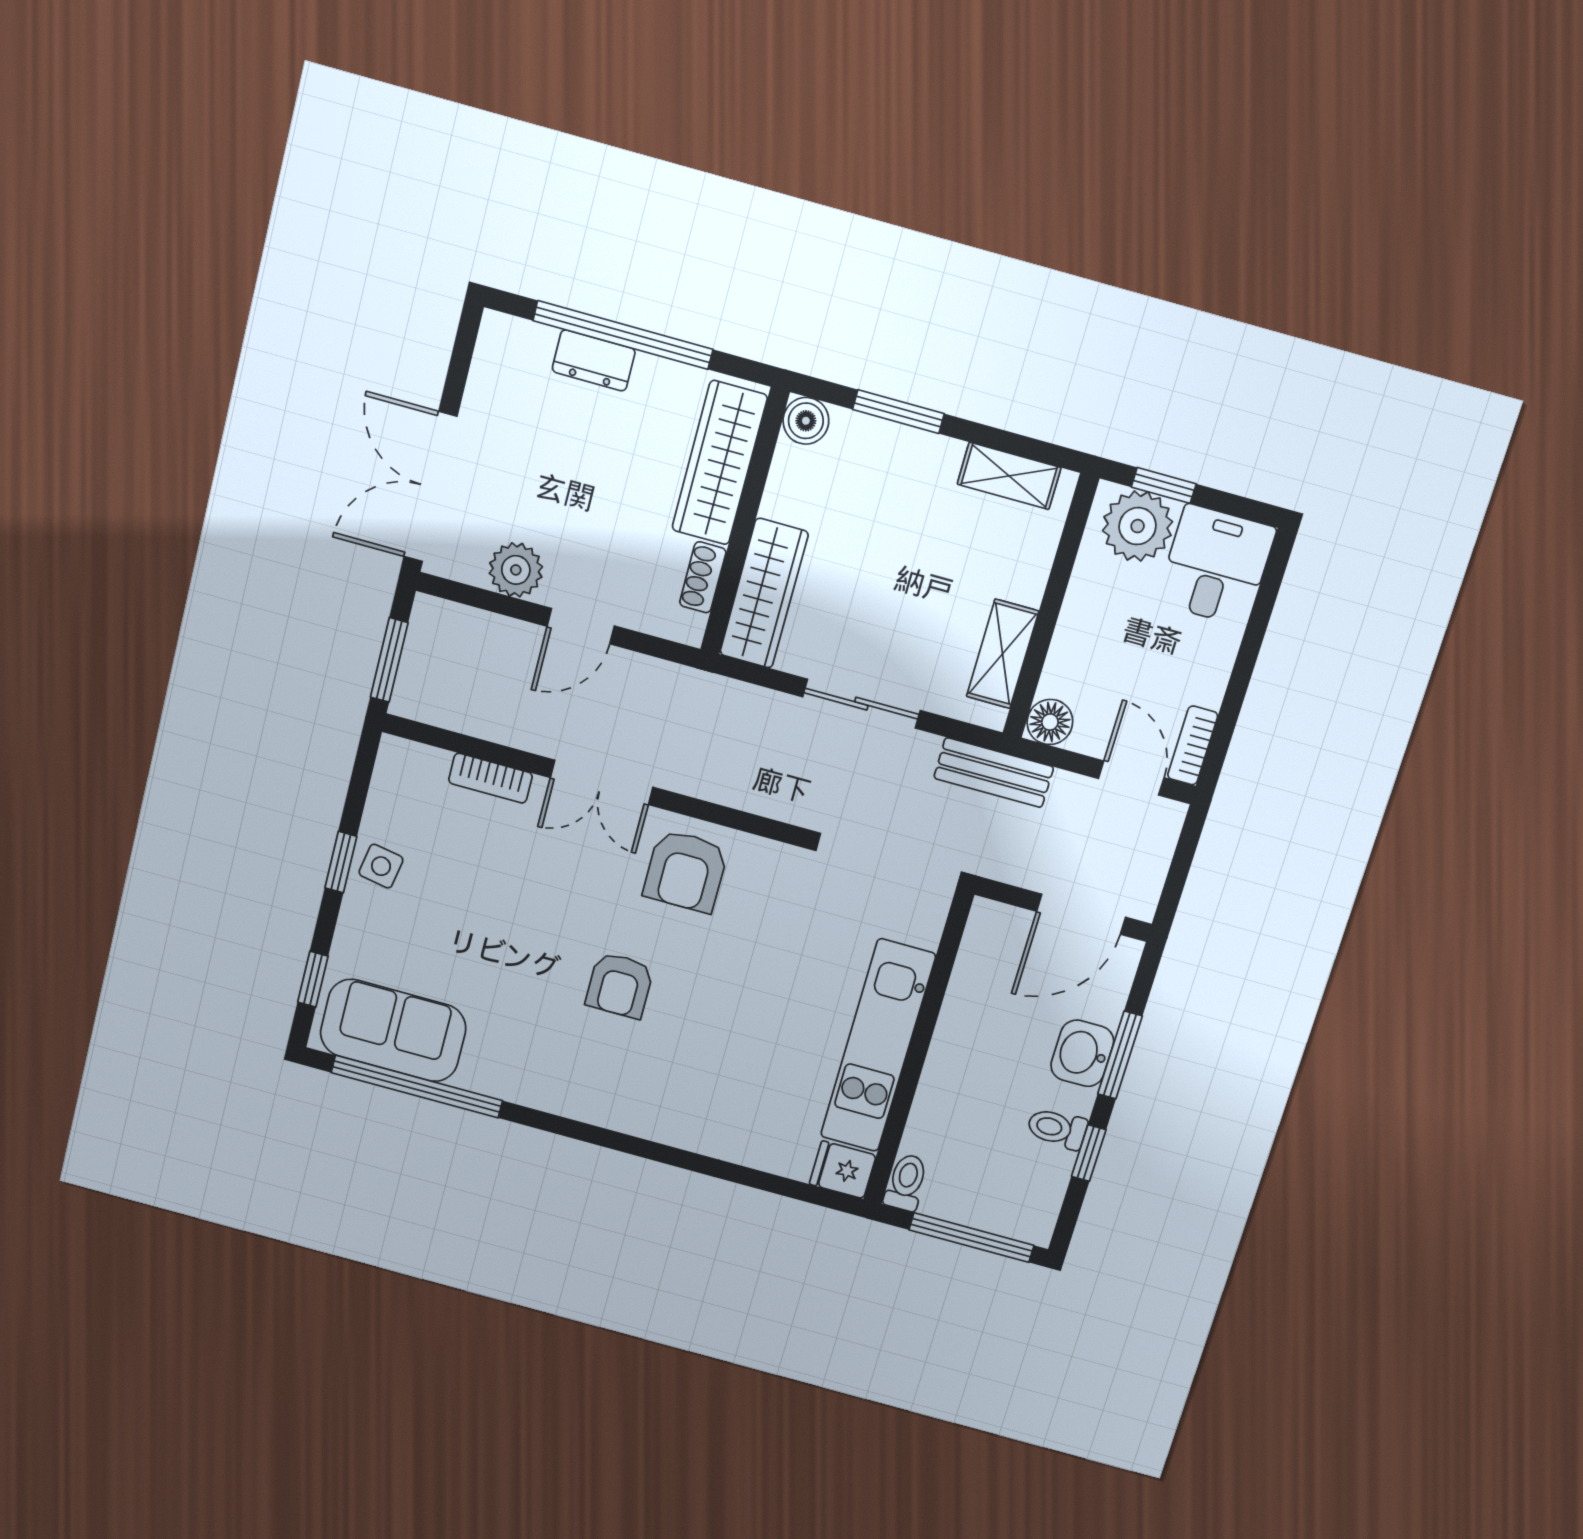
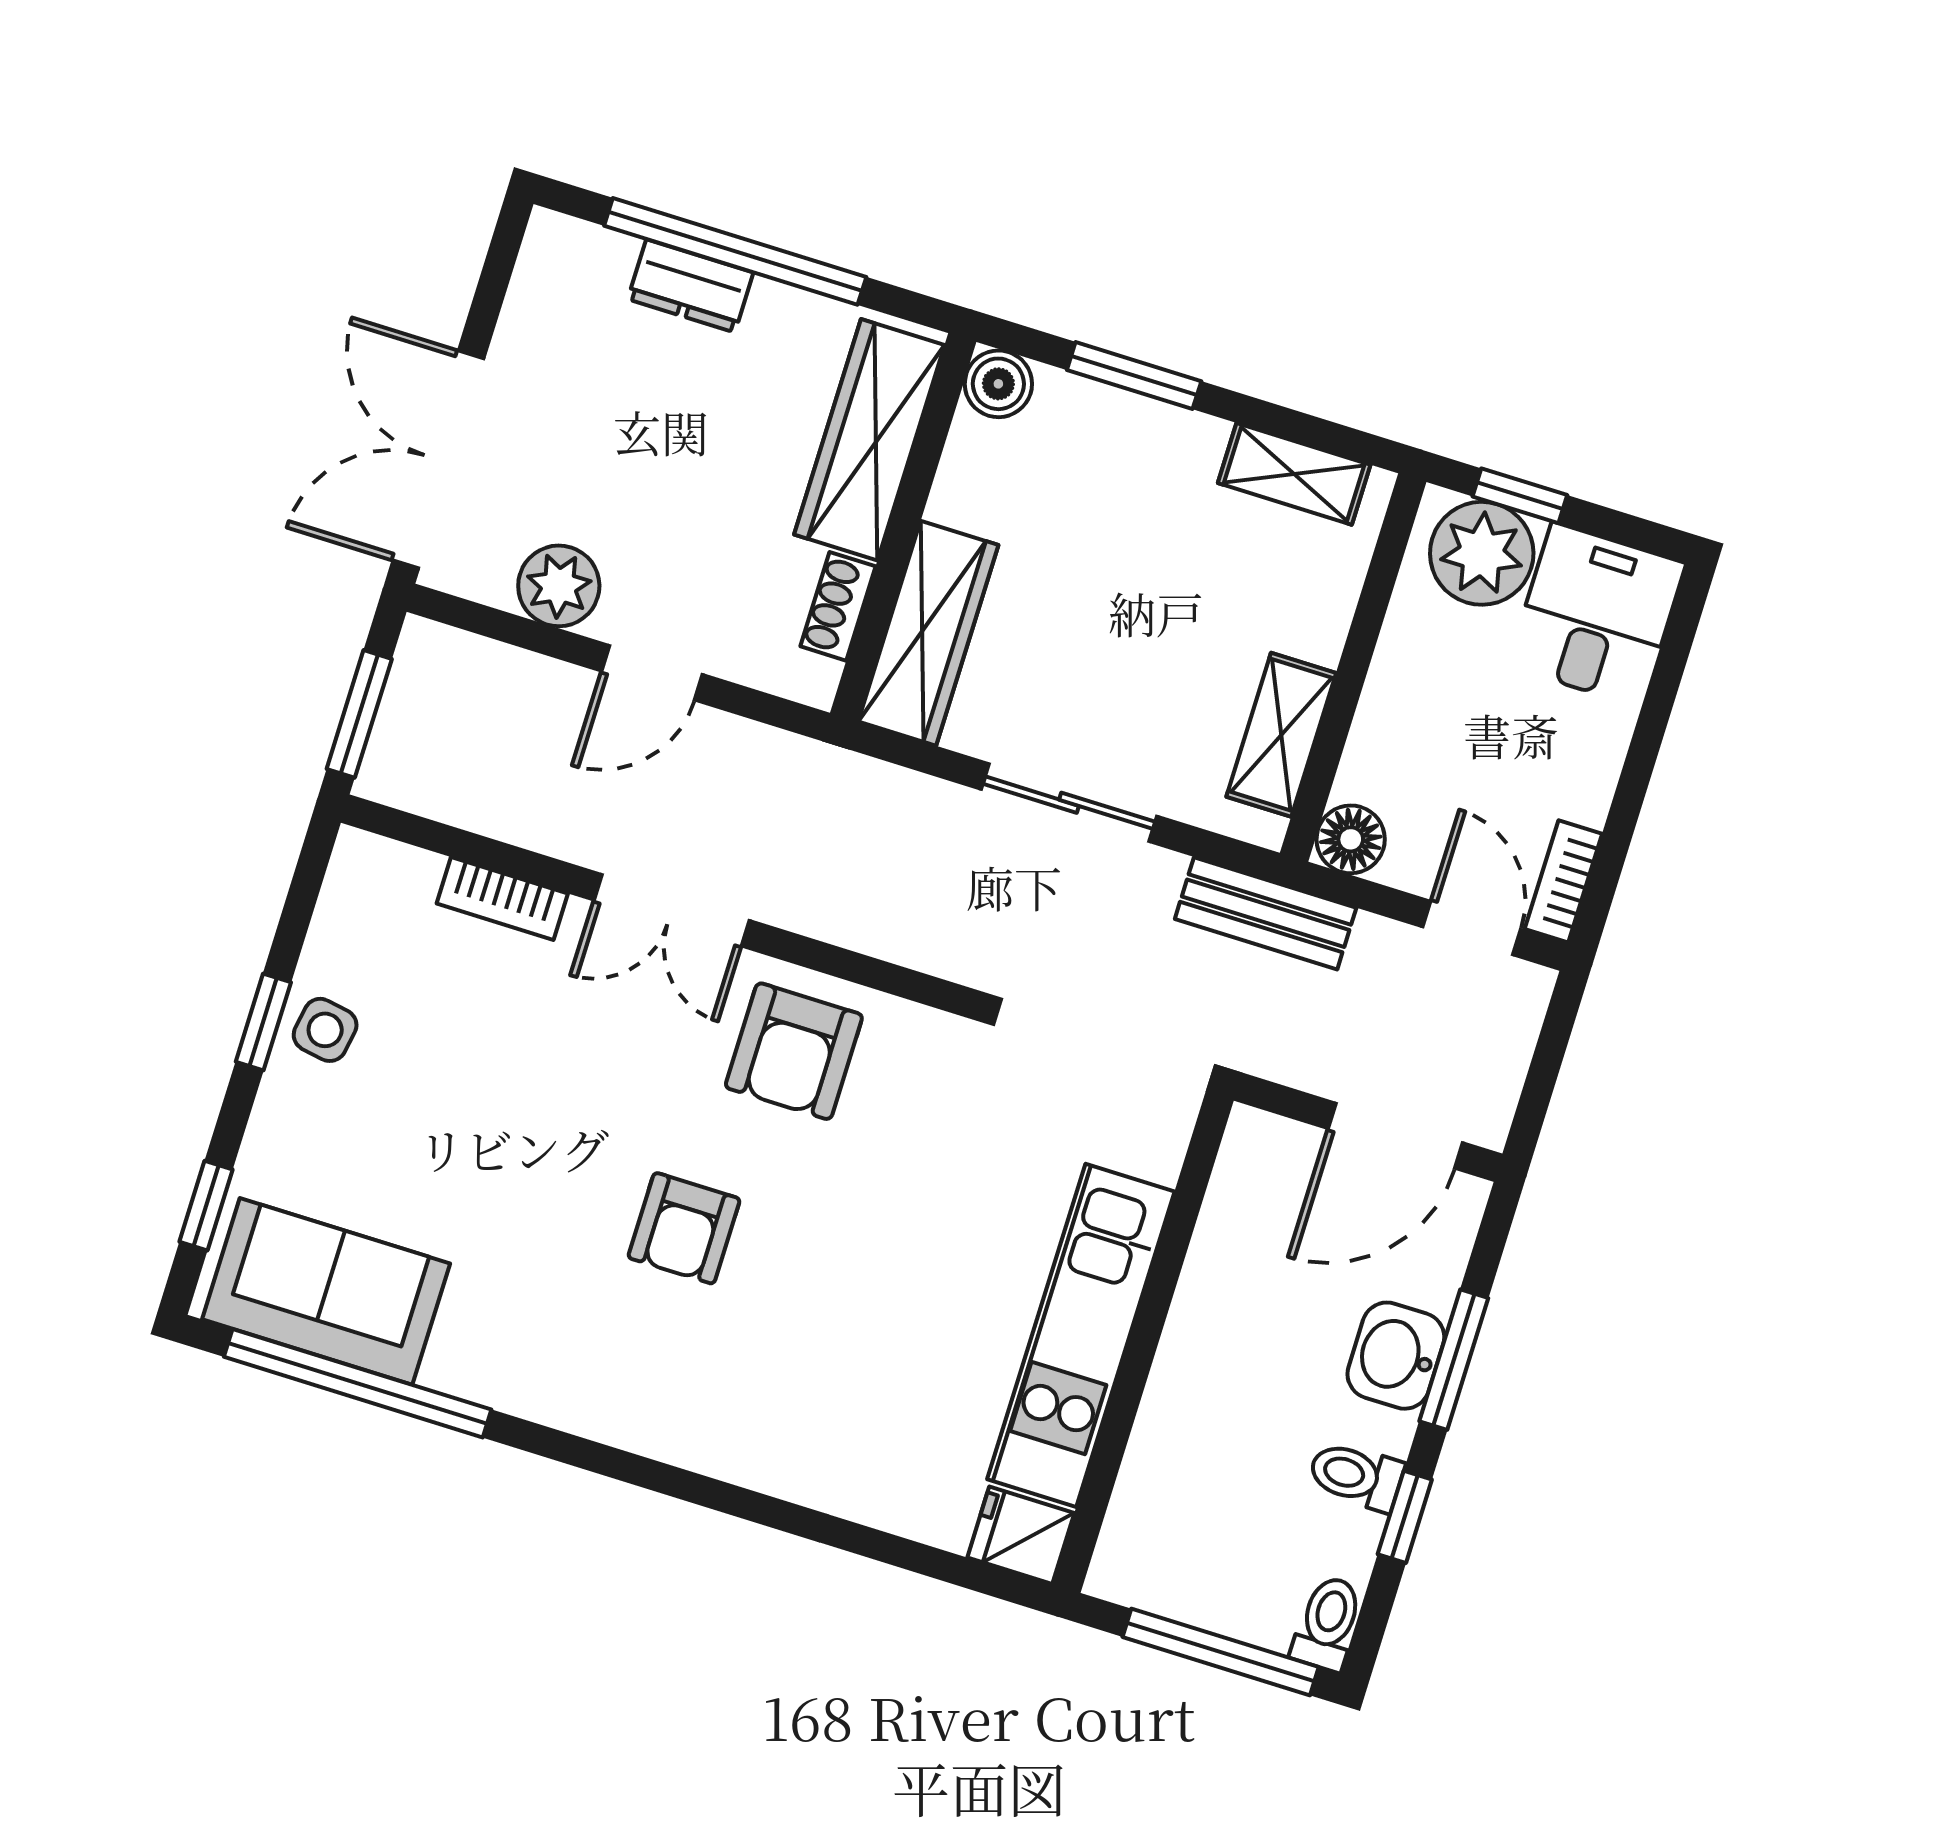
toilet: (906, 1182) -> (1328, 1623), moved

